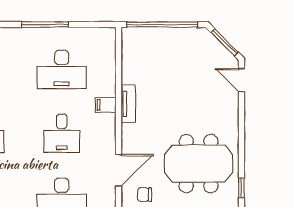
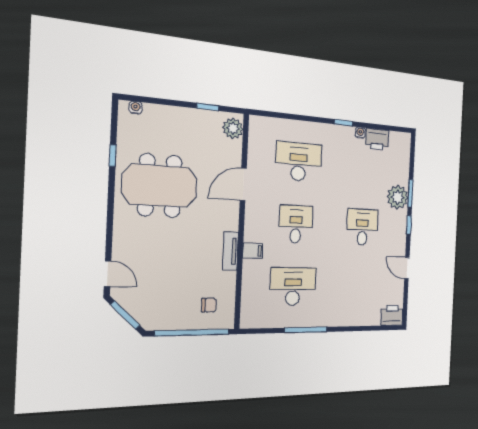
chair: (145, 195) -> (209, 305), moved

